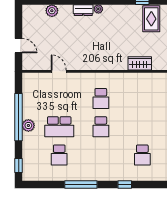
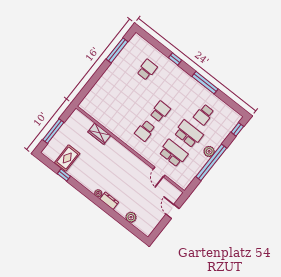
school desk: (59, 98) -> (173, 153), added
school desk: (101, 98) -> (145, 131), turned 180
school desk: (59, 155) -> (204, 115), turned 180

